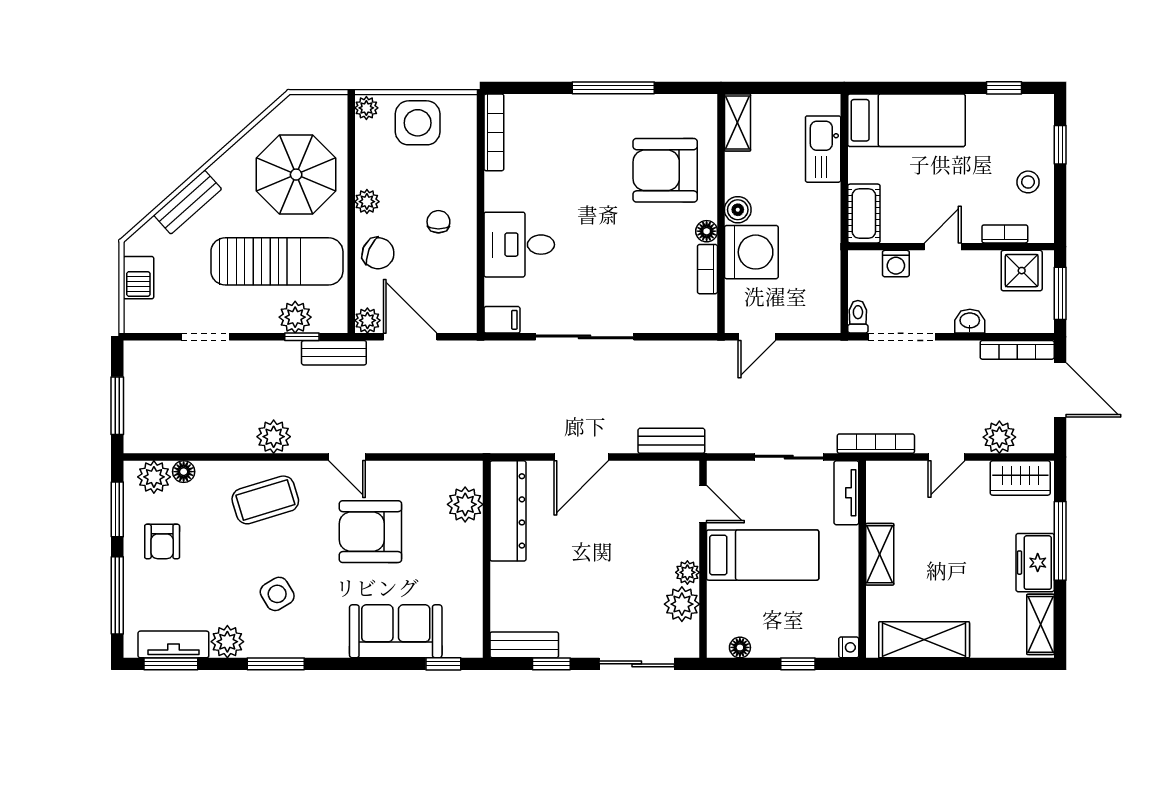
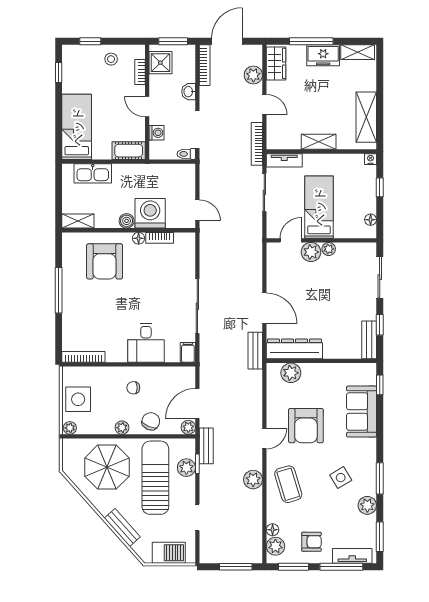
barbecue: (138, 278) -> (169, 553), width x1.38, depth x1.27
bench: (671, 441) -> (255, 351), moved
plant: (682, 604) -> (311, 252), moved
tv unit: (173, 644) -> (352, 556), moved, turned 90

